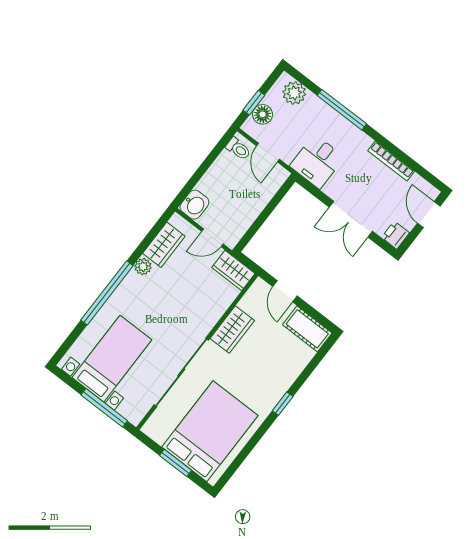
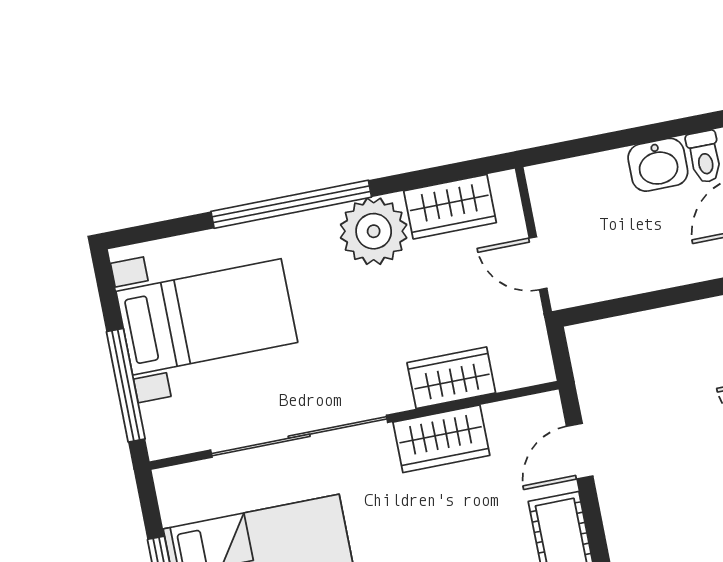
washbasin: (194, 205) -> (658, 165), moved
plant: (143, 267) -> (374, 231), width x1.87, depth x1.87
wardrobe: (233, 271) -> (451, 378), moved, turned 90

